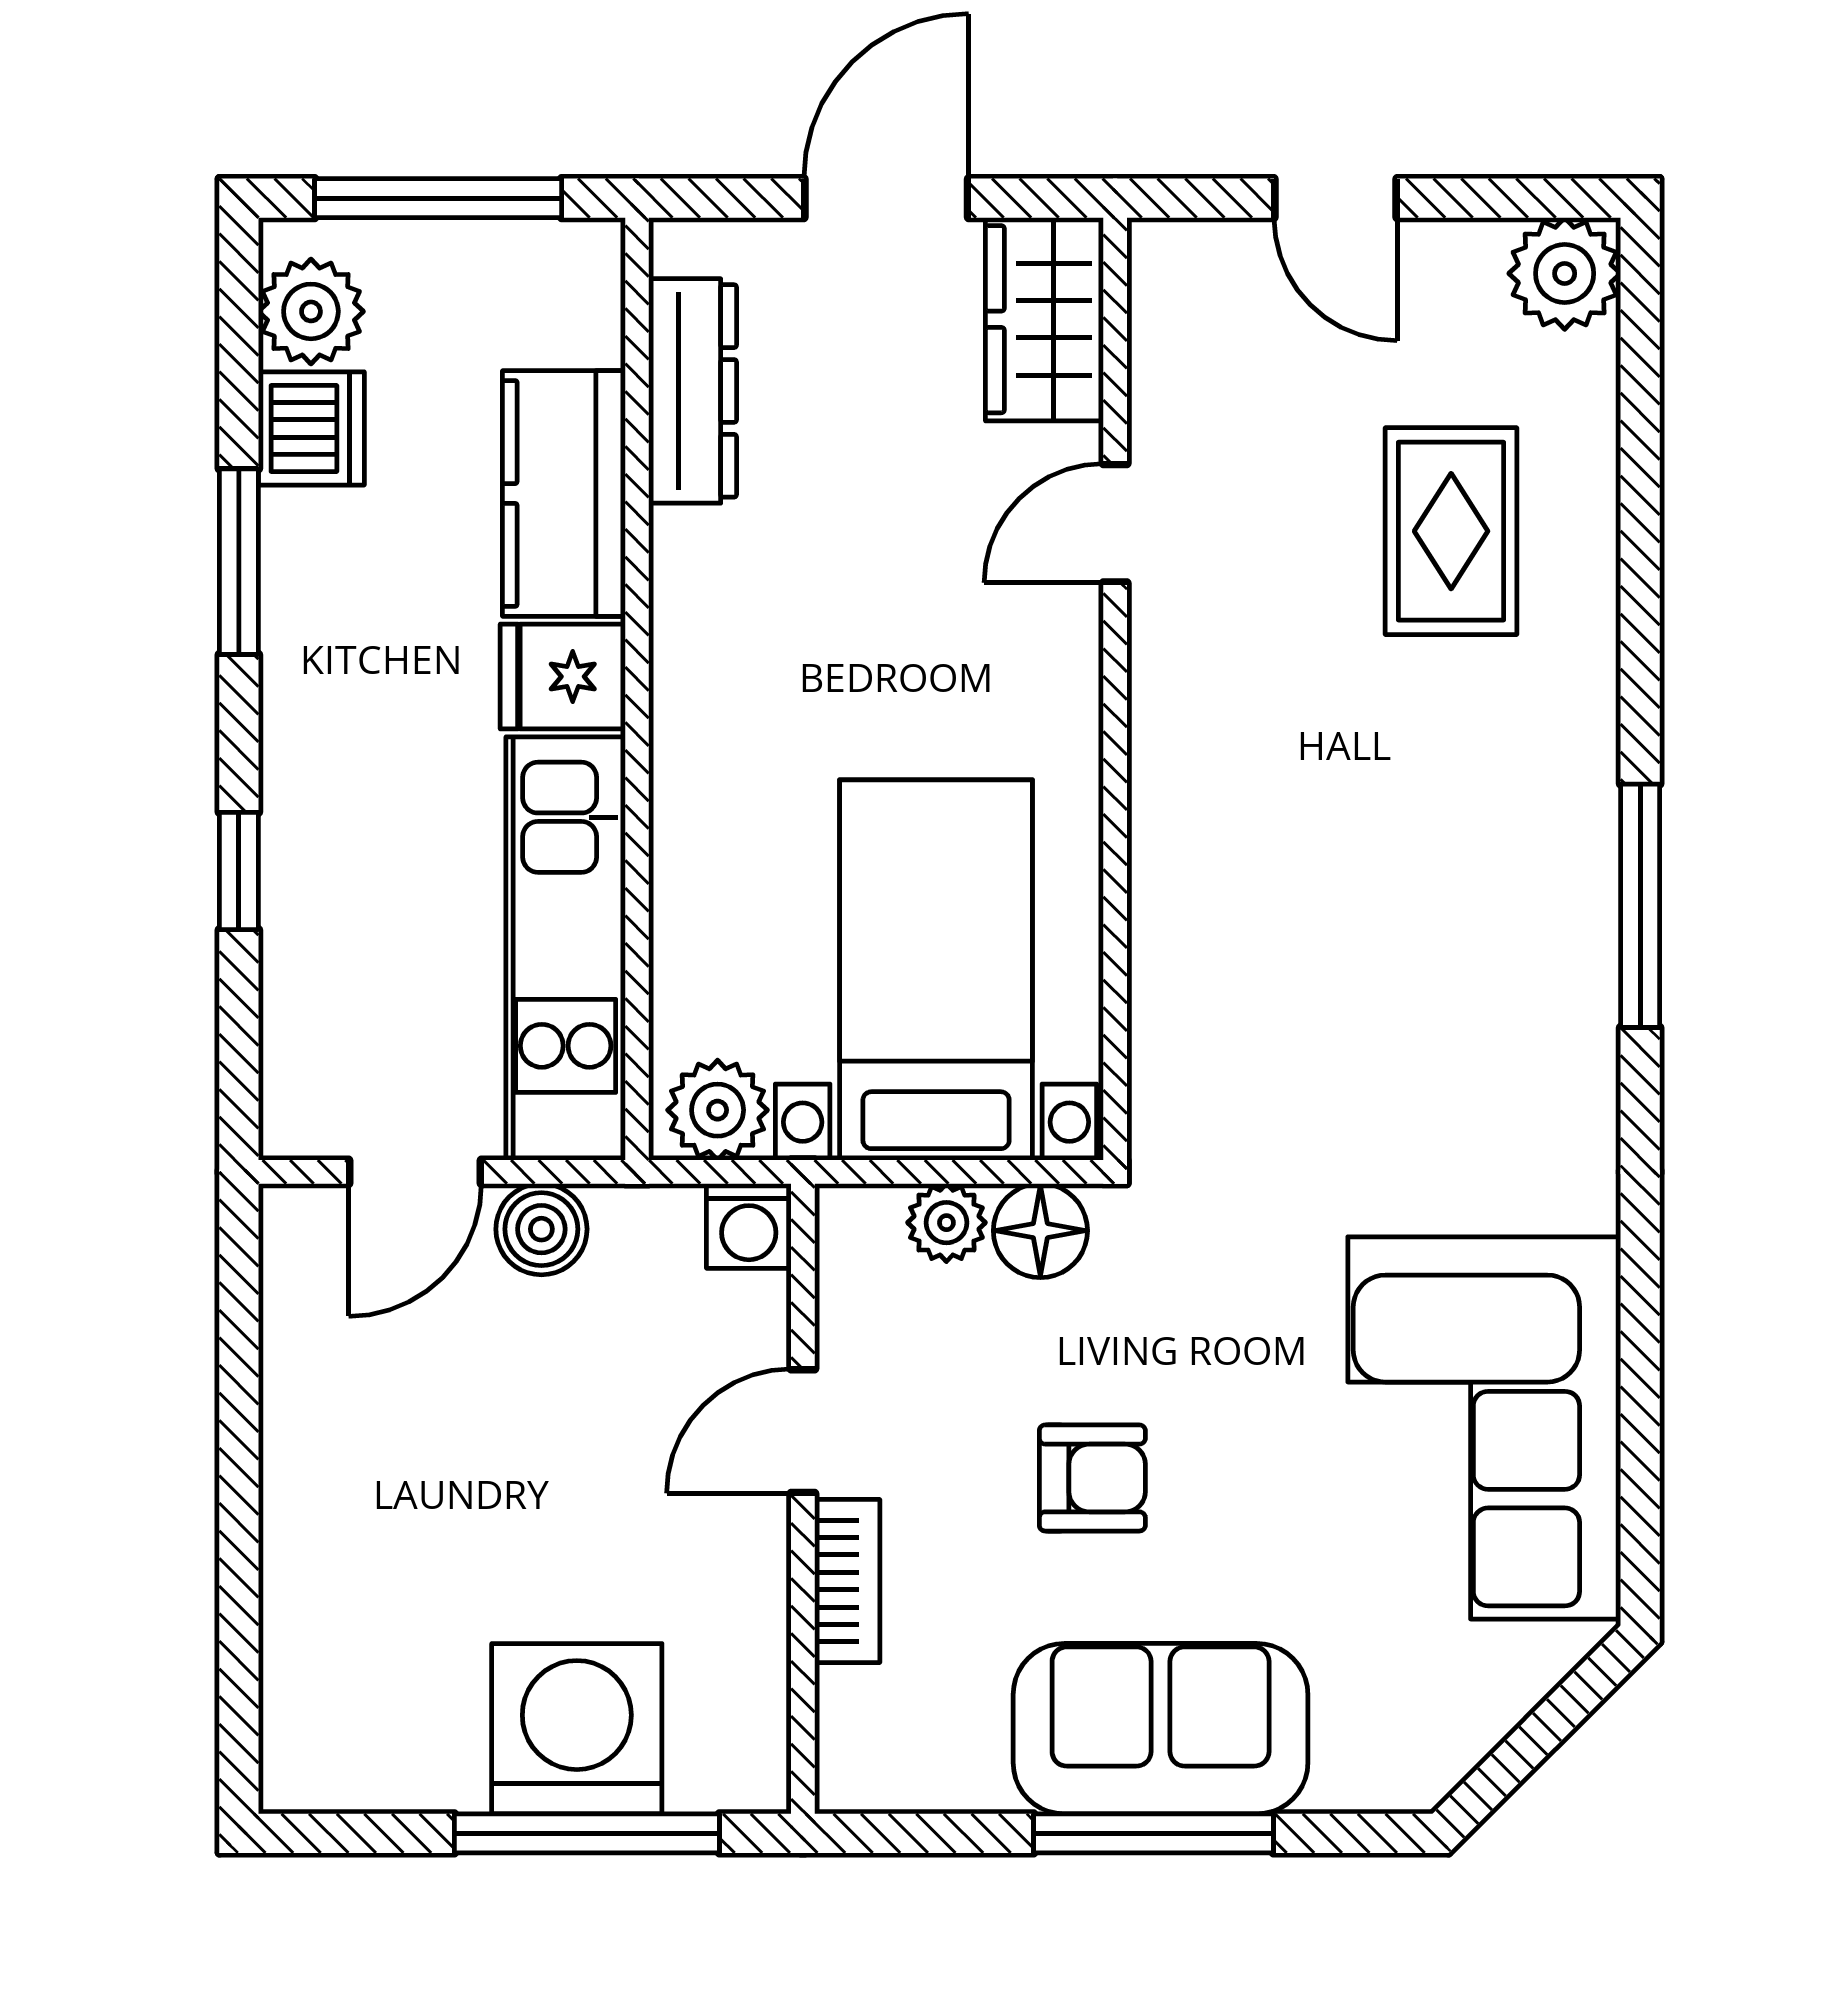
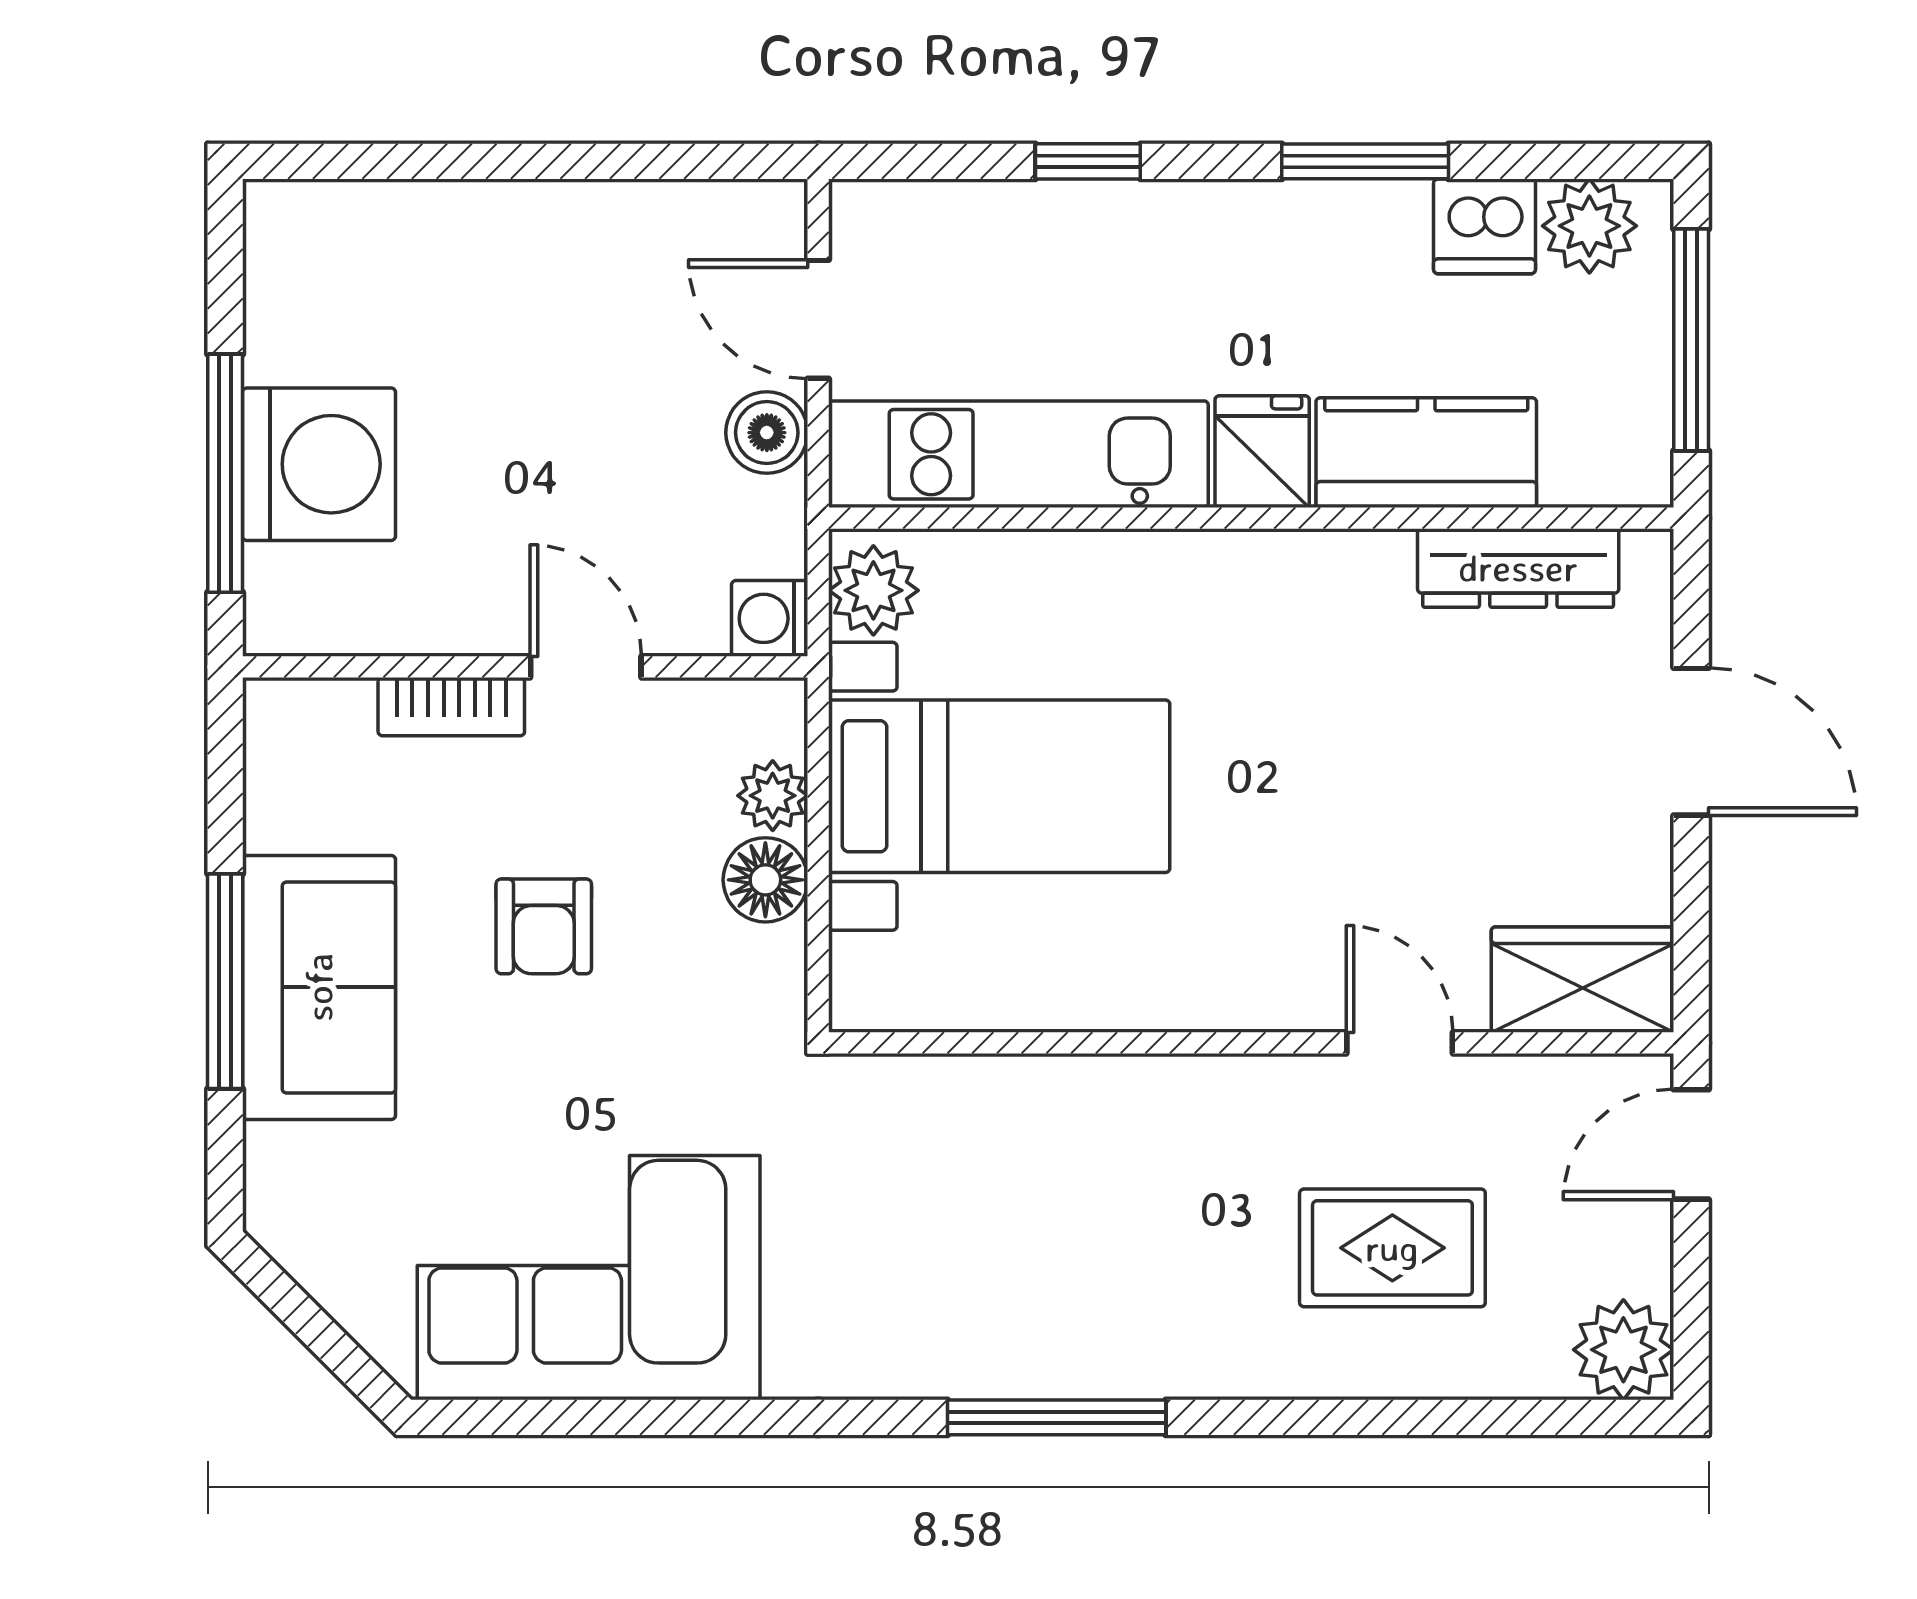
wardrobe: (1044, 319) -> (1582, 980), moved
door: (1115, 523) -> (1400, 1043), moved
wall: (1115, 689) -> (1251, 1043), moved

